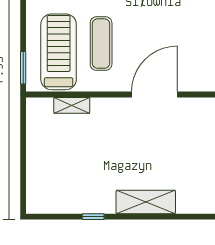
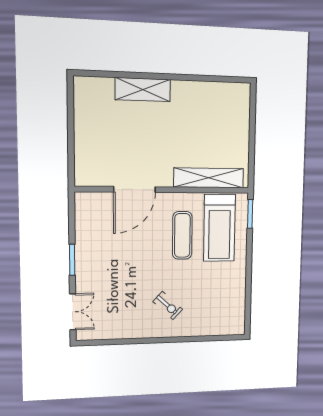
shelving: (72, 105) -> (209, 178), width x2.20, depth x1.33
window: (93, 217) -> (191, 78), removed

